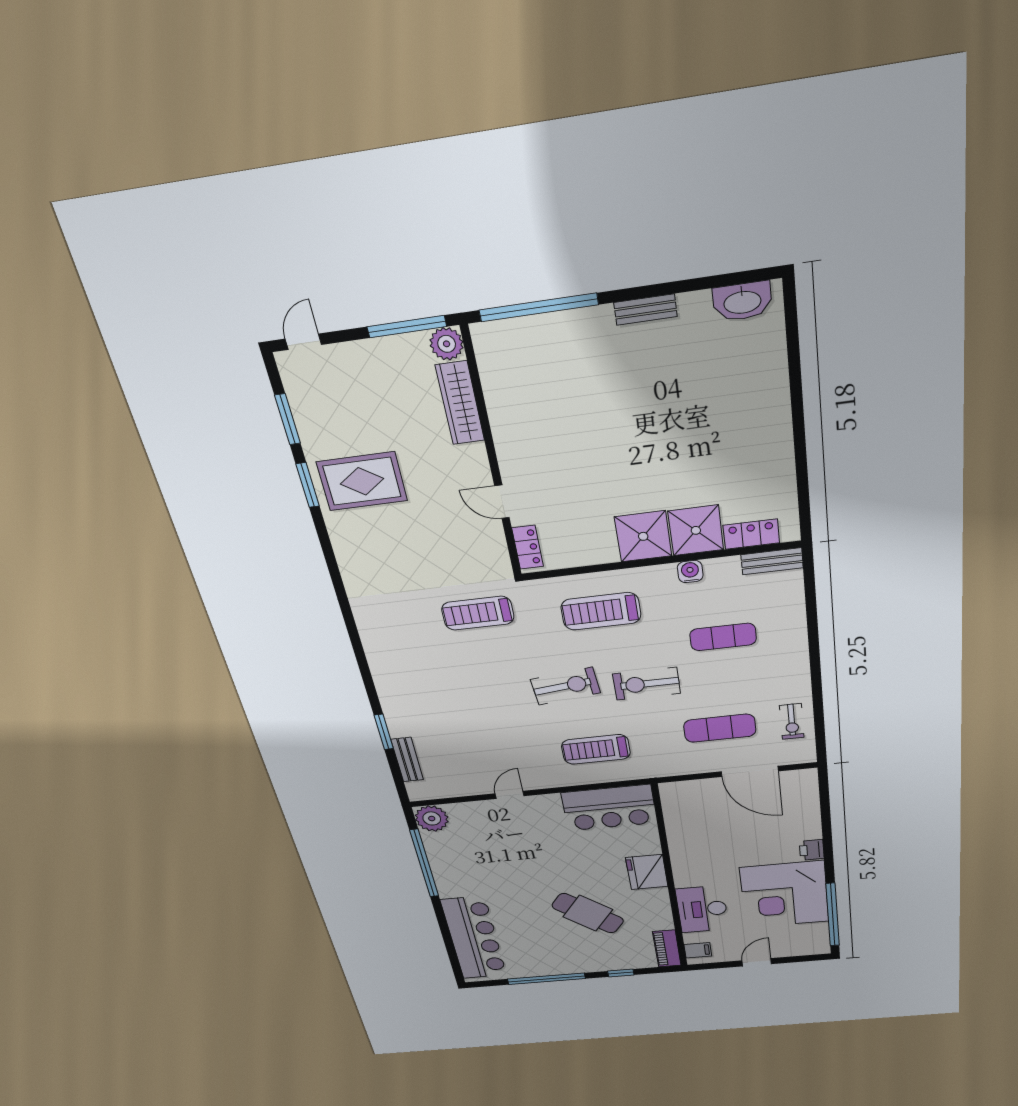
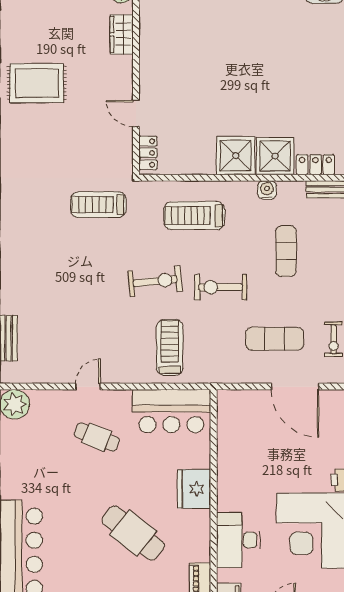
wardrobe: (460, 403) -> (122, 34), width x0.67
exercise mat: (723, 637) -> (286, 251), turned 90
treadmill: (596, 749) -> (170, 347), turned 90
cafe table: (530, 838) -> (97, 437), added

